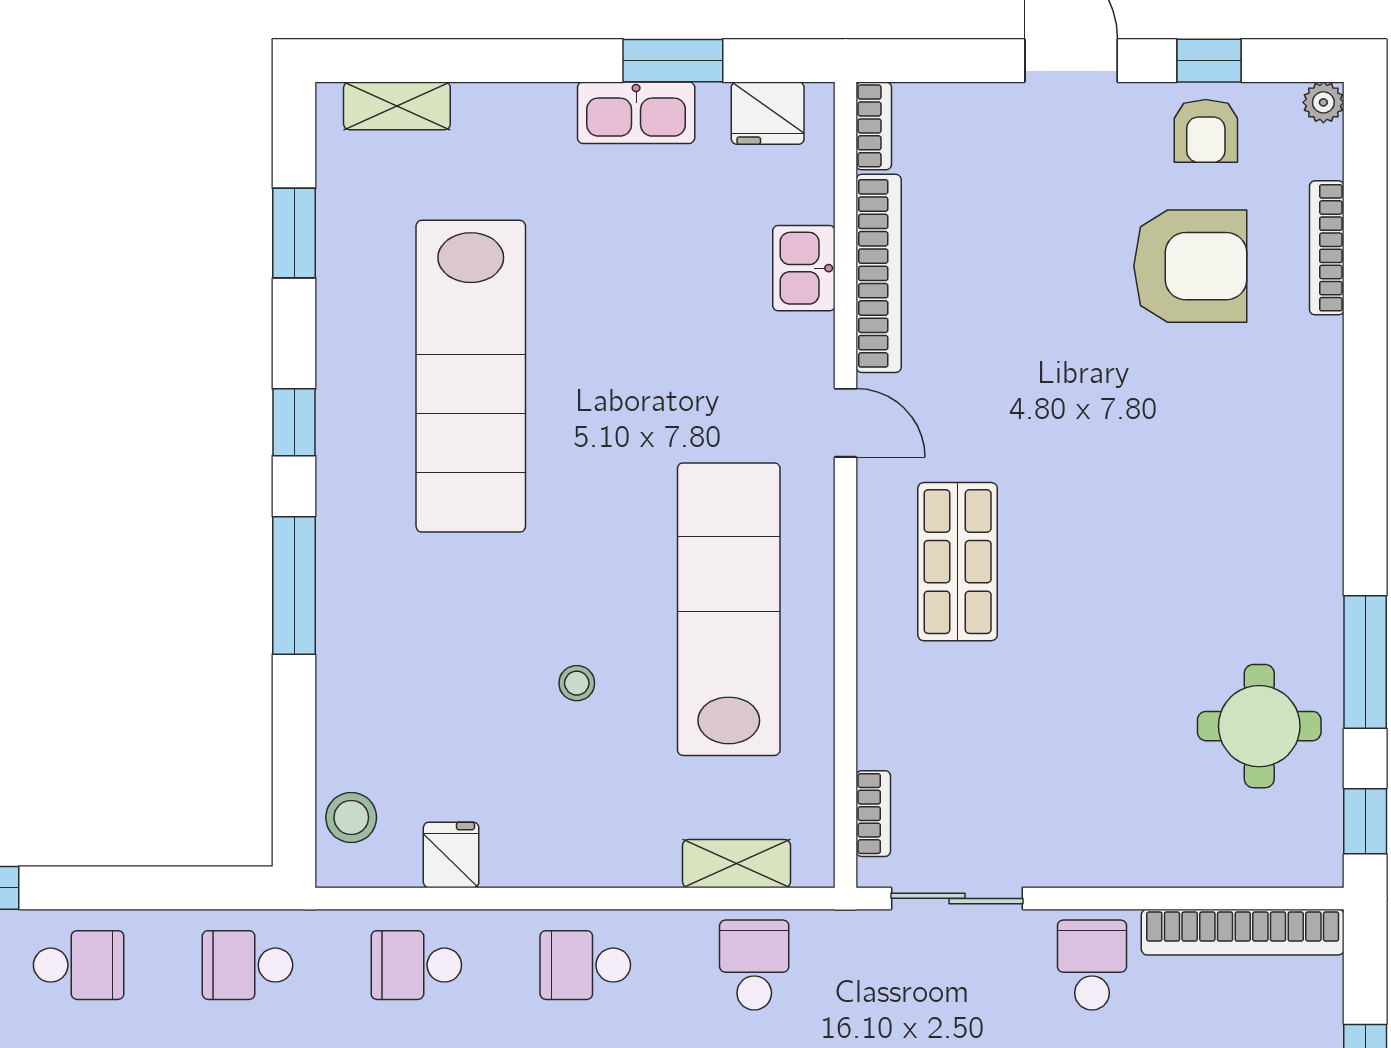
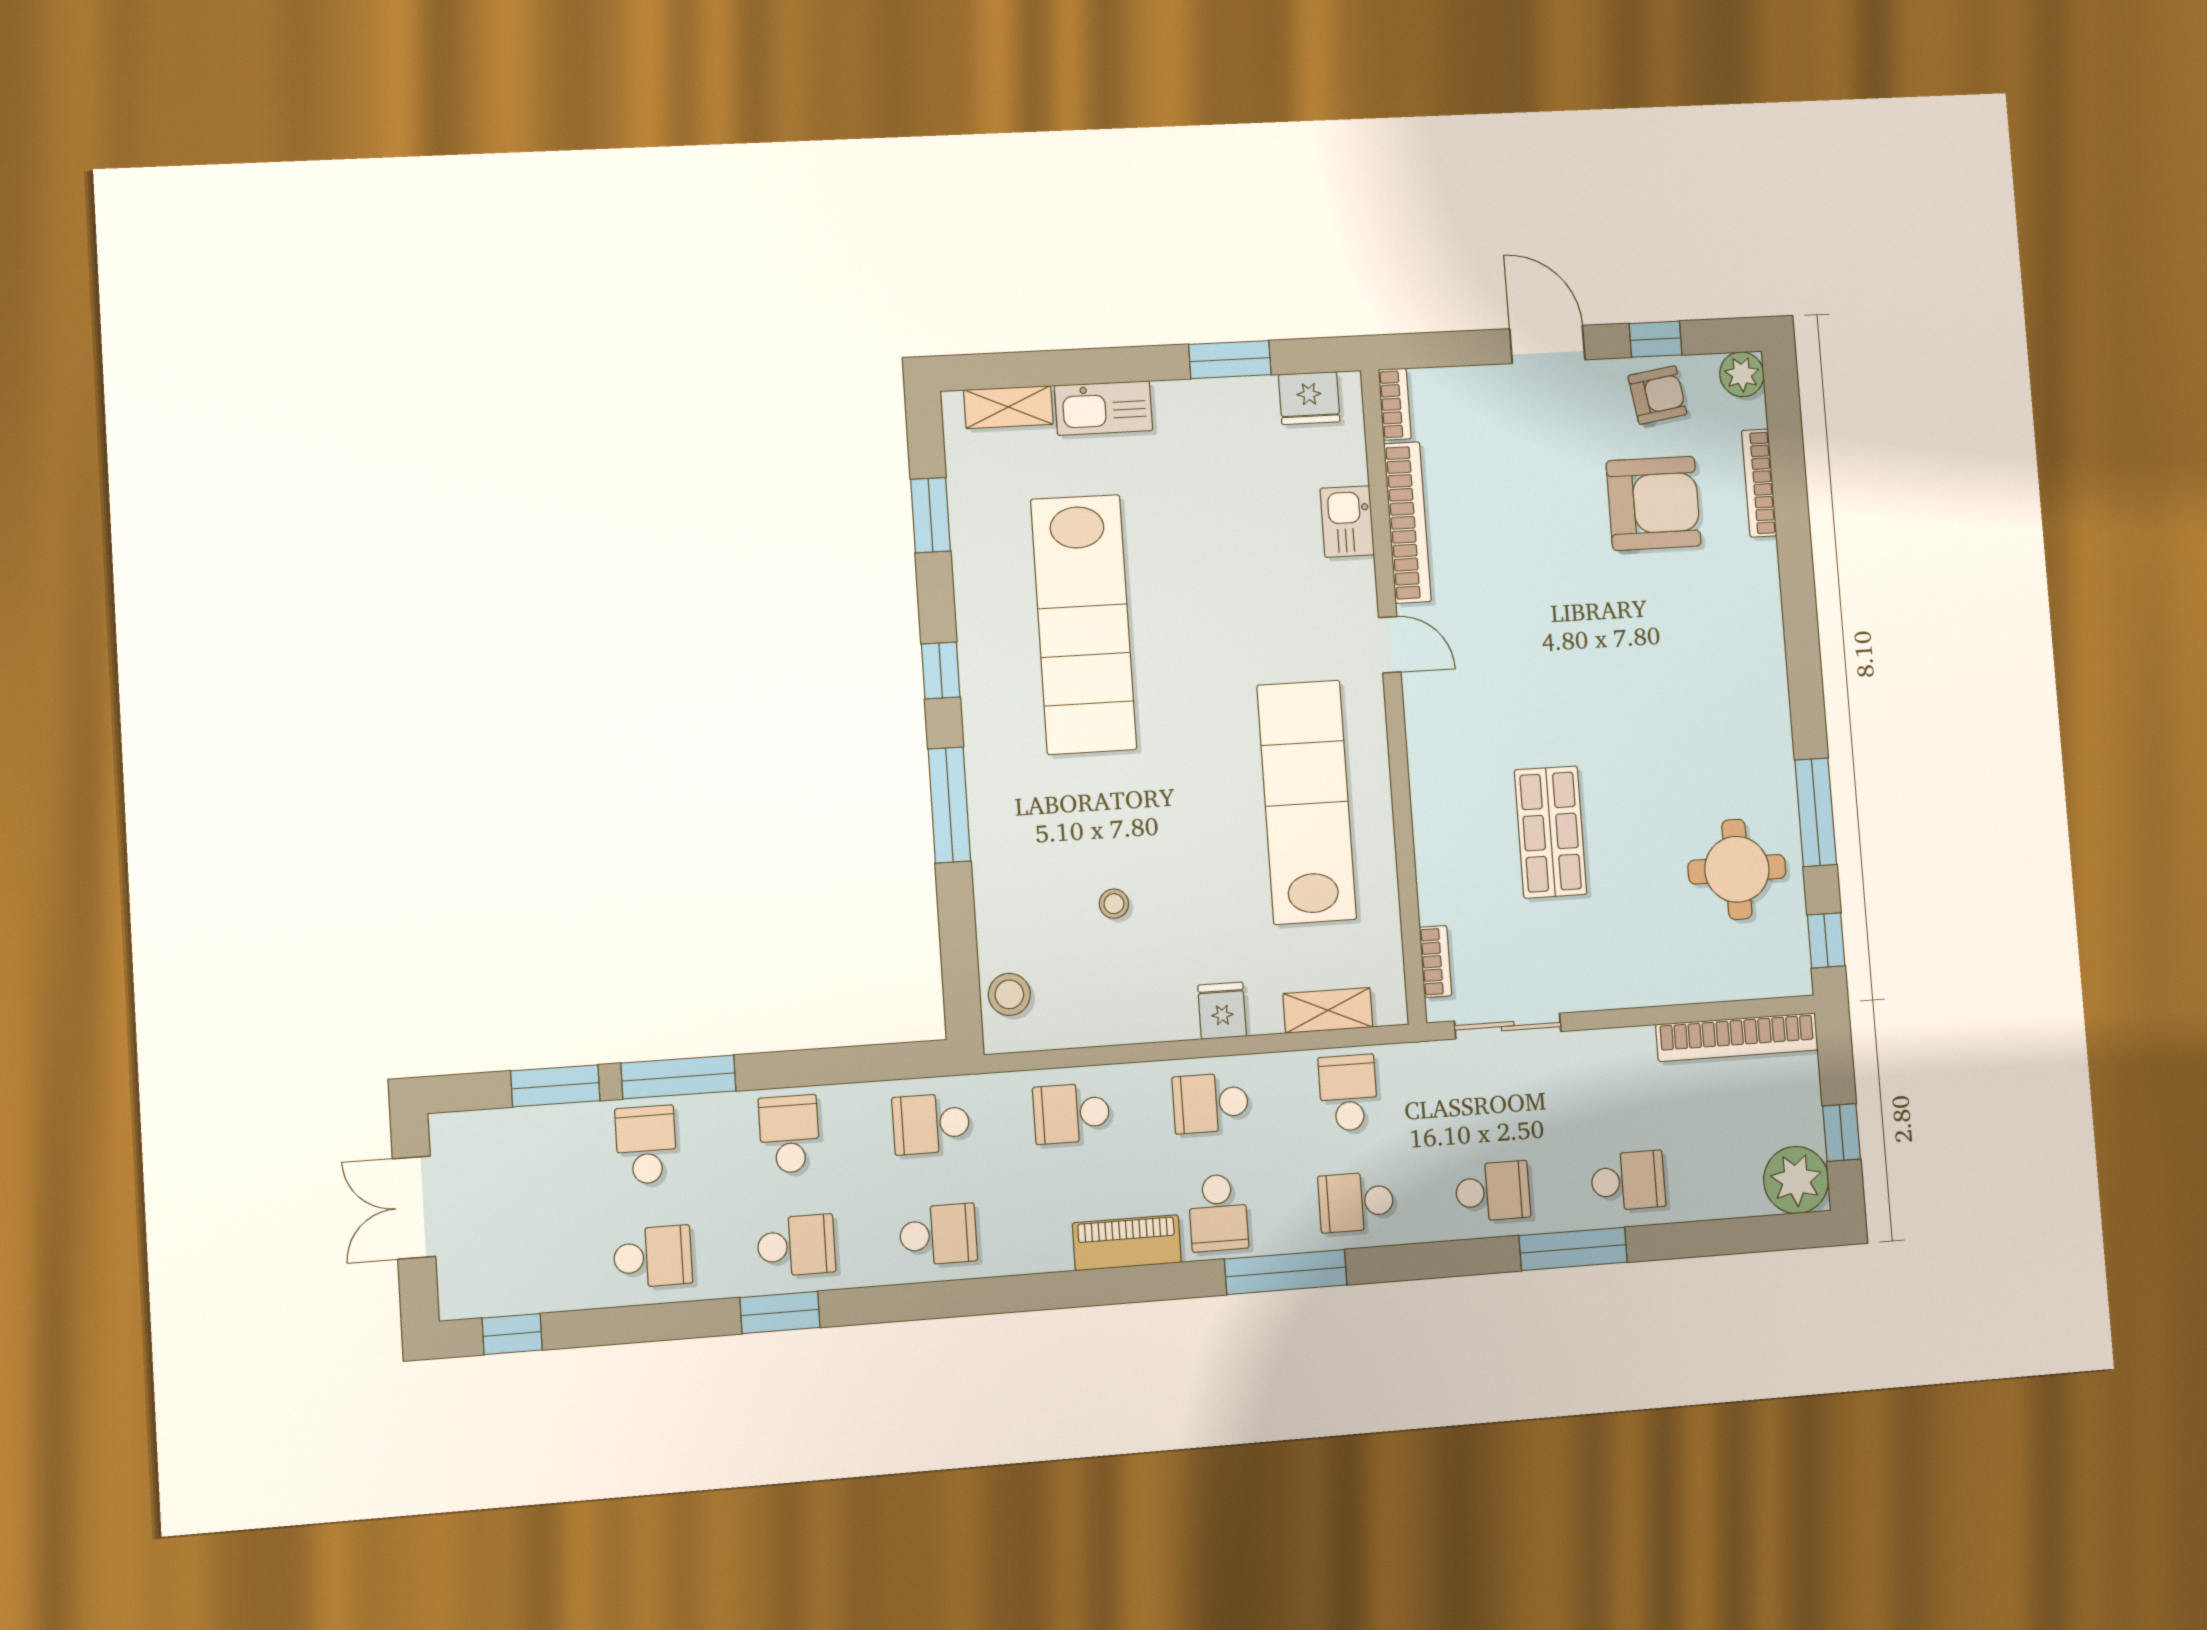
plant: (1323, 102) -> (1742, 374), width x1.38, depth x1.38
kitchen sink: (636, 113) -> (1103, 408), moved
armchair: (1206, 131) -> (1657, 395), turned -99
shop shelf: (958, 562) -> (1551, 832), moved
stool: (577, 683) -> (1114, 904), moved
fridge: (451, 855) -> (1222, 1011), moved
school desk: (79, 965) -> (789, 1134), turned -90
school desk: (1092, 965) -> (1620, 1073), removed

